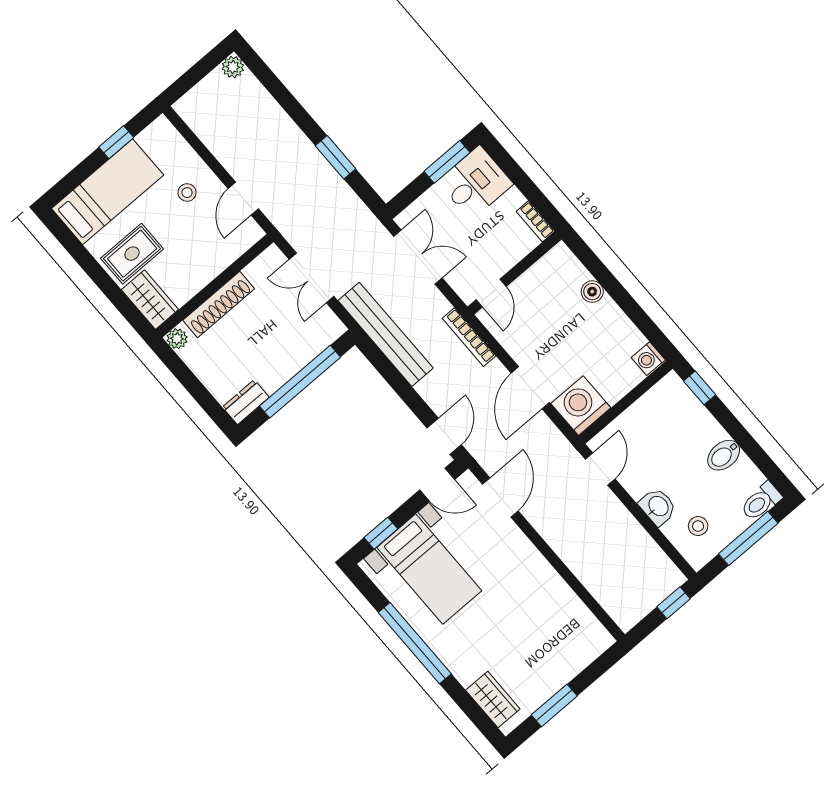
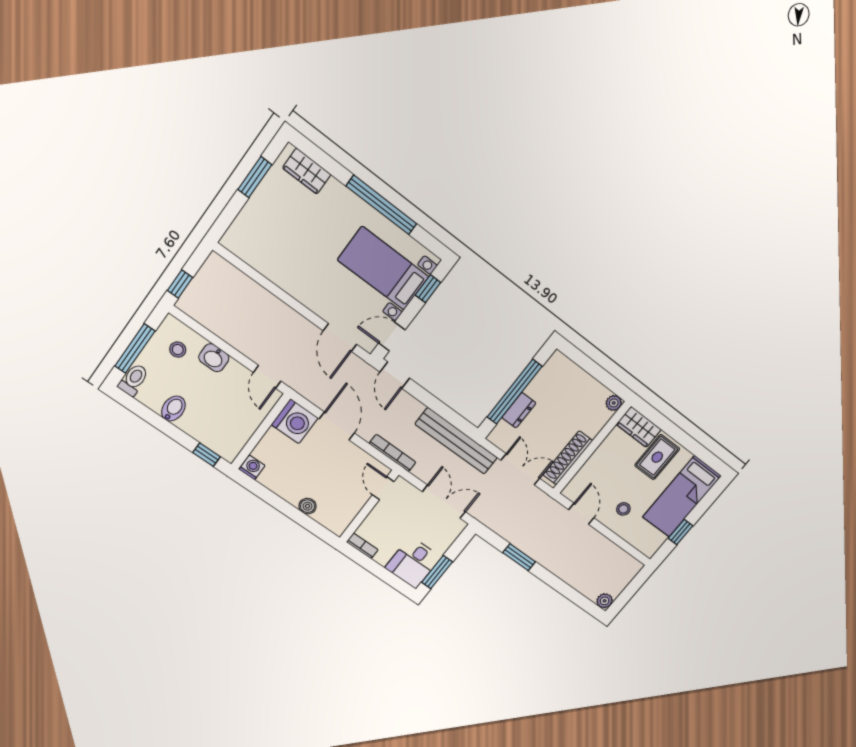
double door: (418, 257) -> (444, 502), swing flipped
shoe rack: (219, 304) -> (568, 458), moved
dresser: (246, 402) -> (519, 410), moved

